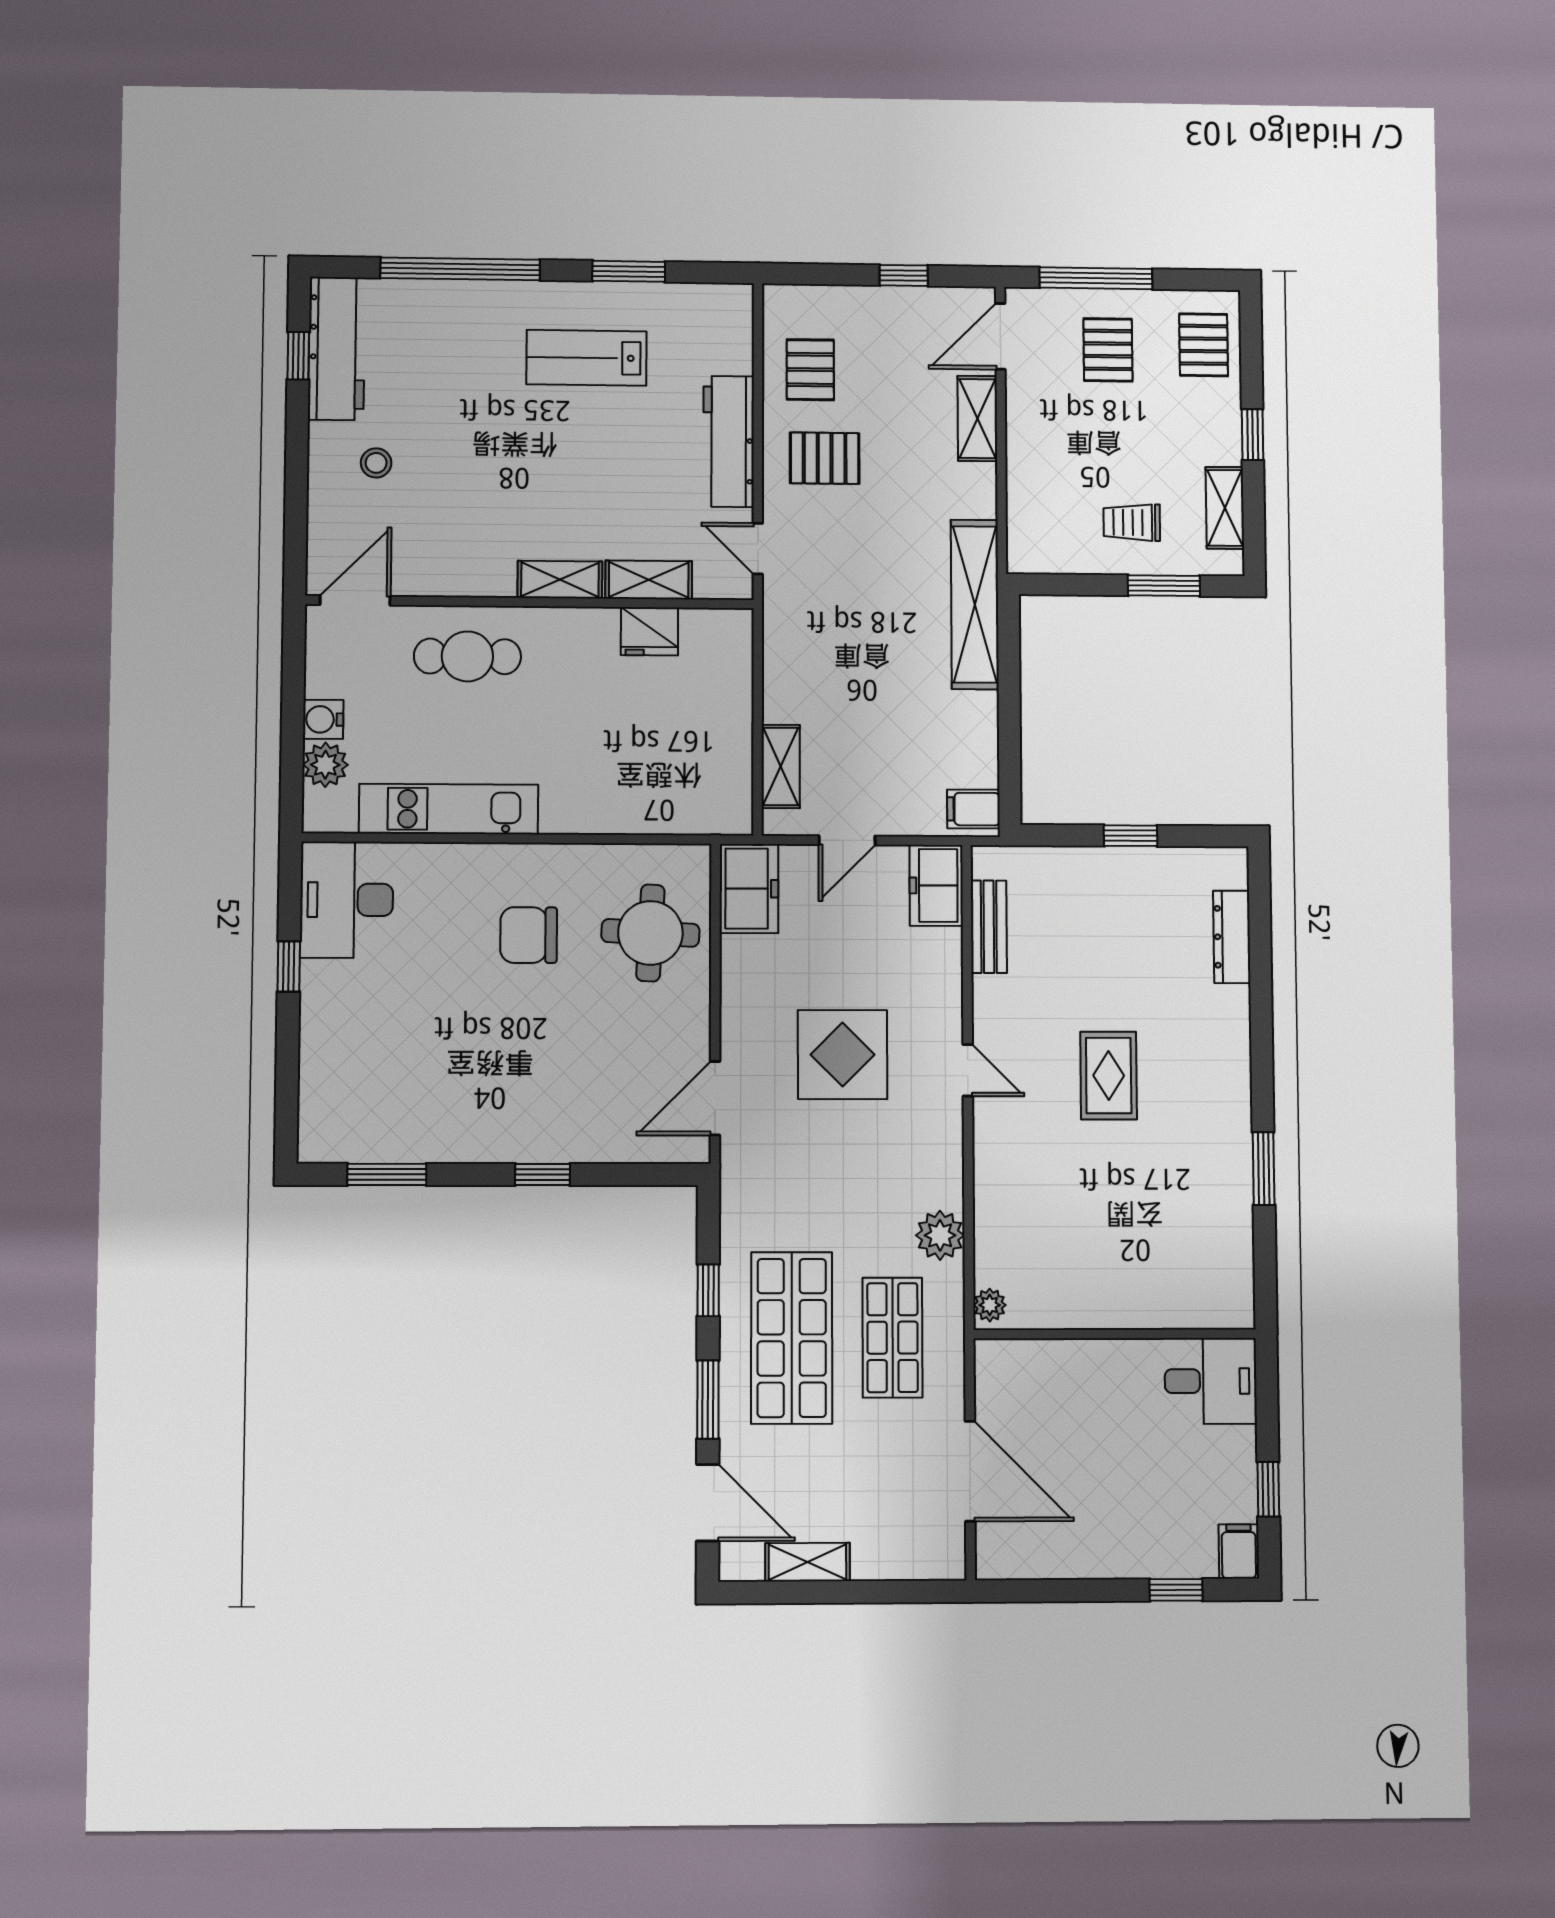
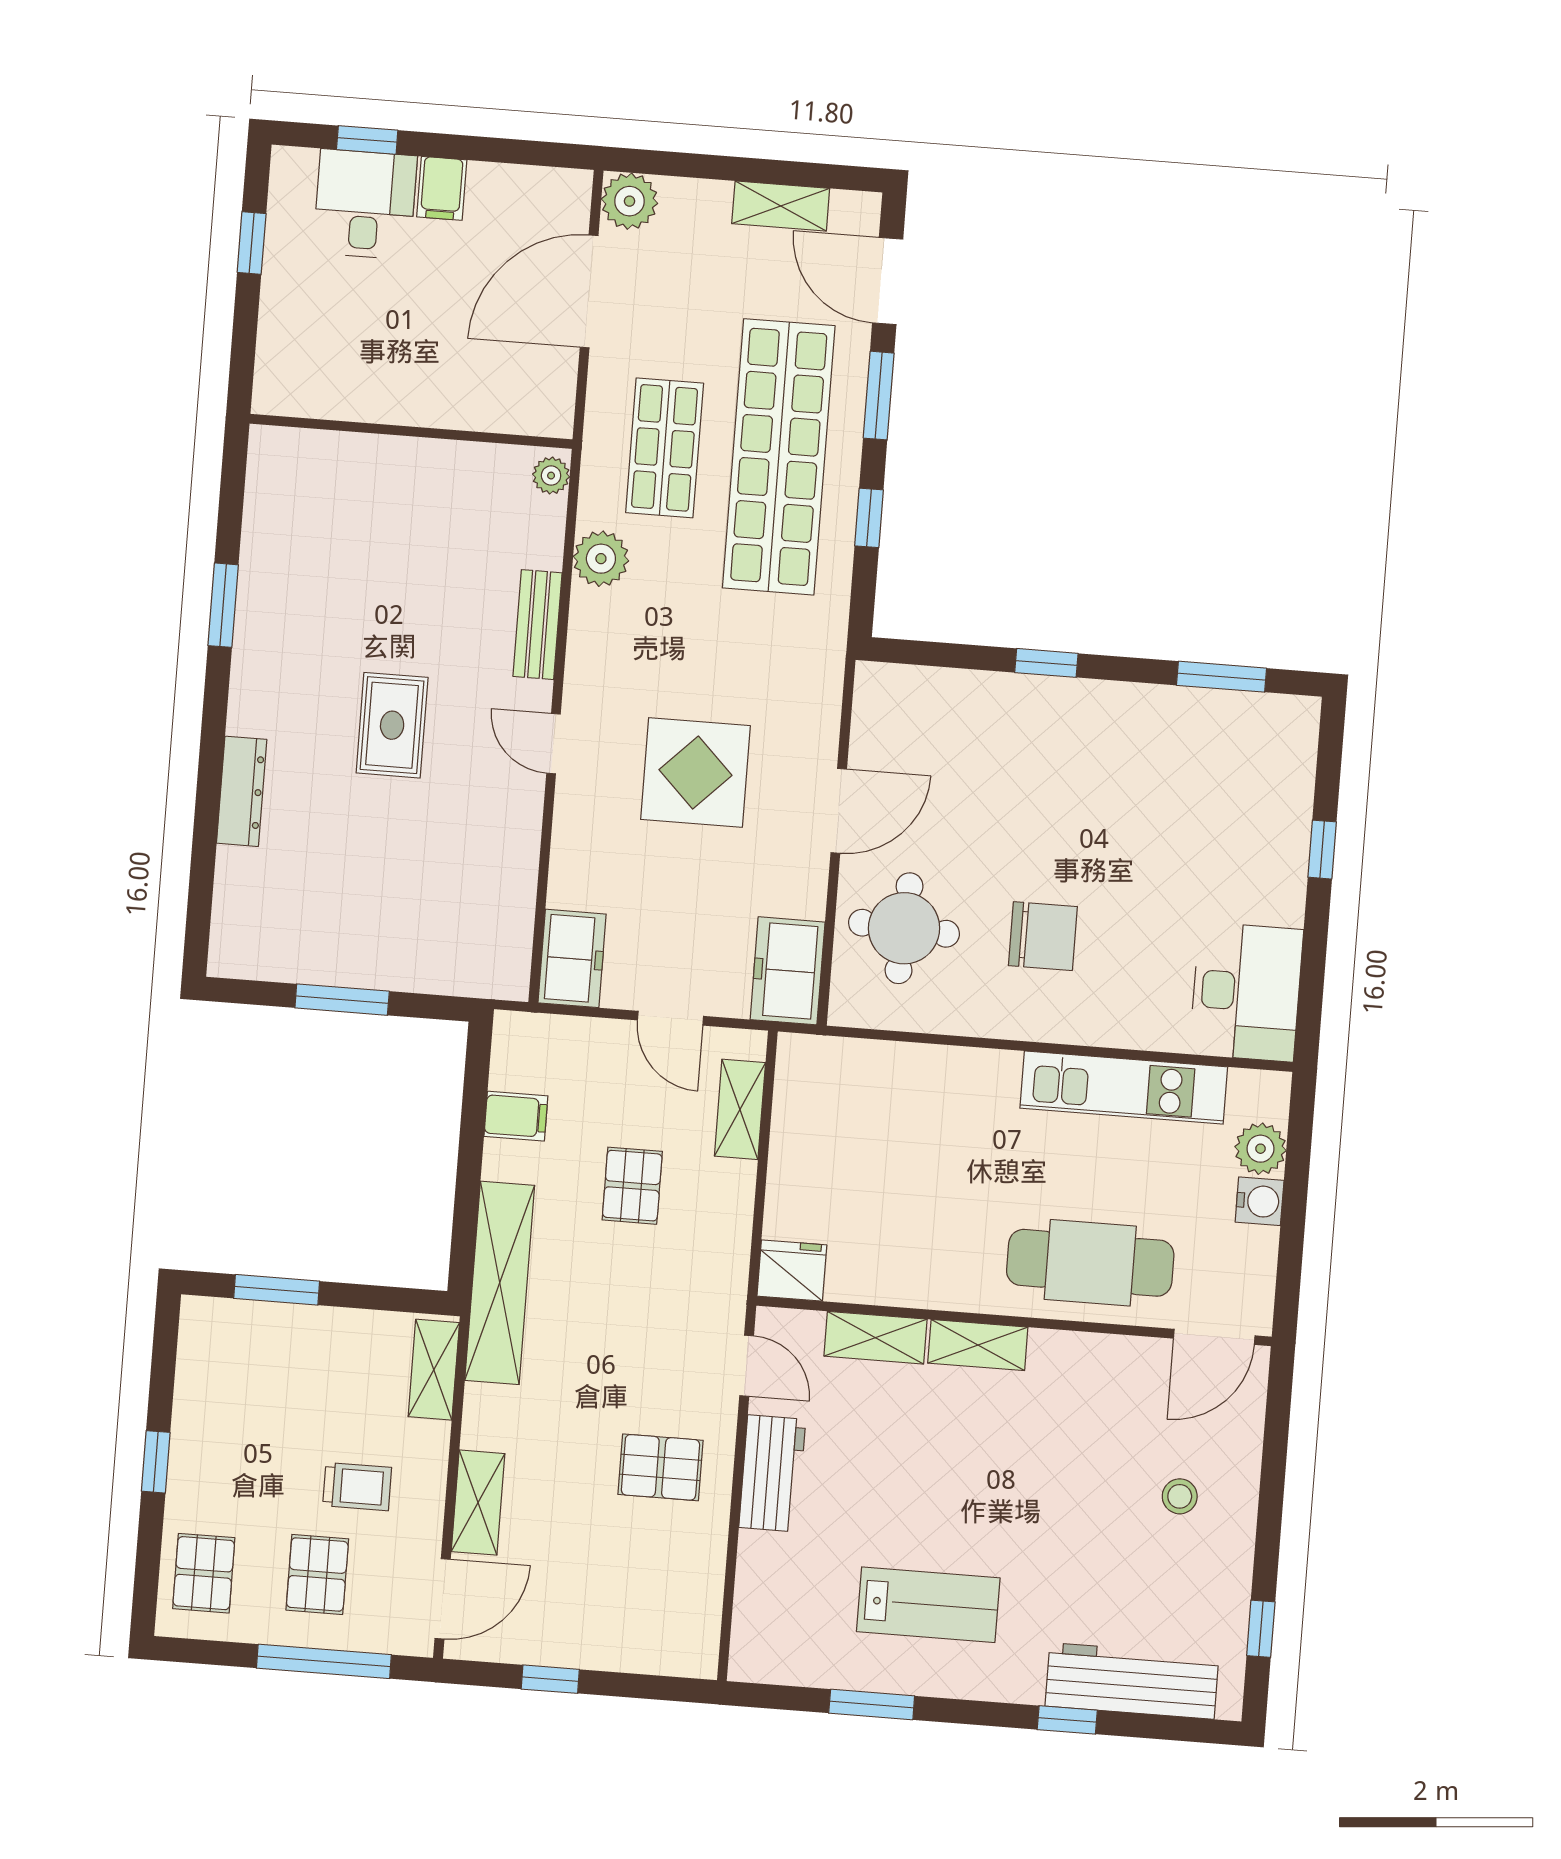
window: (460, 269) -> (1067, 1720), width x0.32
workbench: (337, 349) -> (1132, 1681), moved, turned 90
pallet: (810, 370) -> (632, 1186), moved
workbench: (729, 441) -> (772, 1473), width x0.73
shelving: (1225, 508) -> (434, 1370), moved
trolley: (1132, 522) -> (357, 1487), moved
fridge: (650, 631) -> (792, 1271), moved
cafe table: (467, 656) -> (1090, 1263), width x1.37, depth x1.35
filing cabinet: (973, 809) -> (516, 1116), moved
window: (1131, 836) -> (342, 1000), width x1.50
door: (847, 840) -> (670, 1018), swing flipped
bench: (989, 927) -> (538, 625), moved
dresser: (1232, 937) -> (242, 791), moved
window: (289, 966) -> (1322, 850), moved
door: (715, 1098) -> (839, 811), moved
shop shelf: (792, 1338) -> (779, 457), width x1.40
desk: (1211, 1381) -> (365, 204), moved, turned 90
door: (970, 1471) -> (589, 291), hinge flipped
filing cabinet: (1239, 1551) -> (442, 188), moved
plant: (941, 1555) -> (630, 201), added

